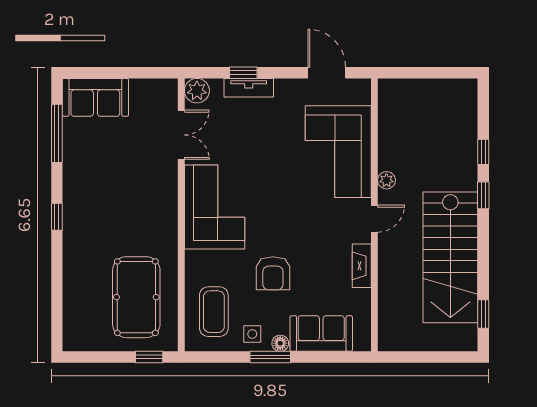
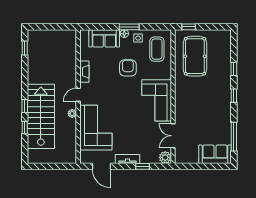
tv unit: (249, 88) -> (128, 159), moved
stairs: (450, 257) -> (41, 116), moved
window: (57, 271) -> (234, 69), added

